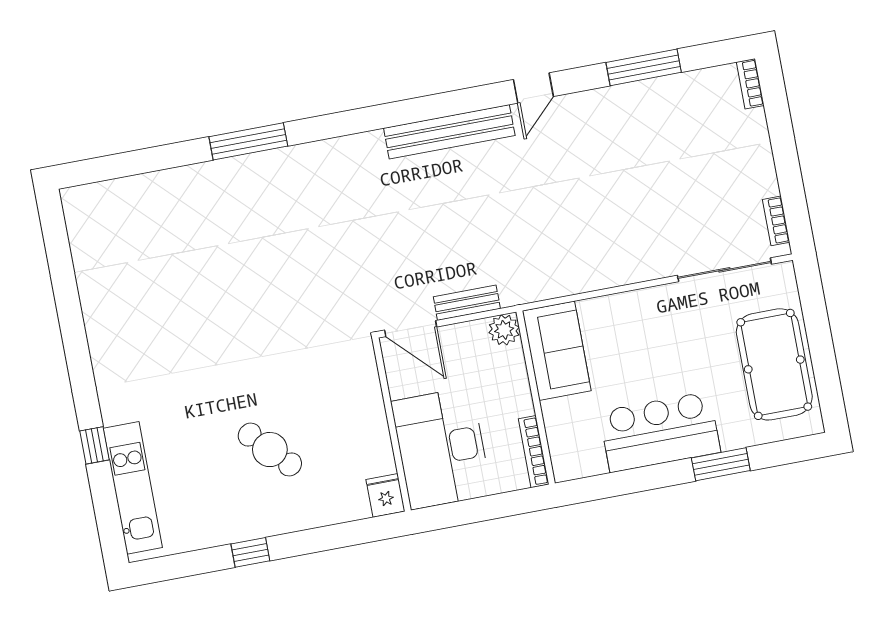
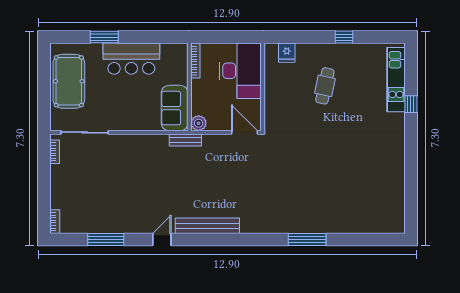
bench: (467, 303) -> (185, 140), moved
cafe table: (270, 450) -> (325, 86), turned 55
fridge: (385, 495) -> (287, 53), moved

